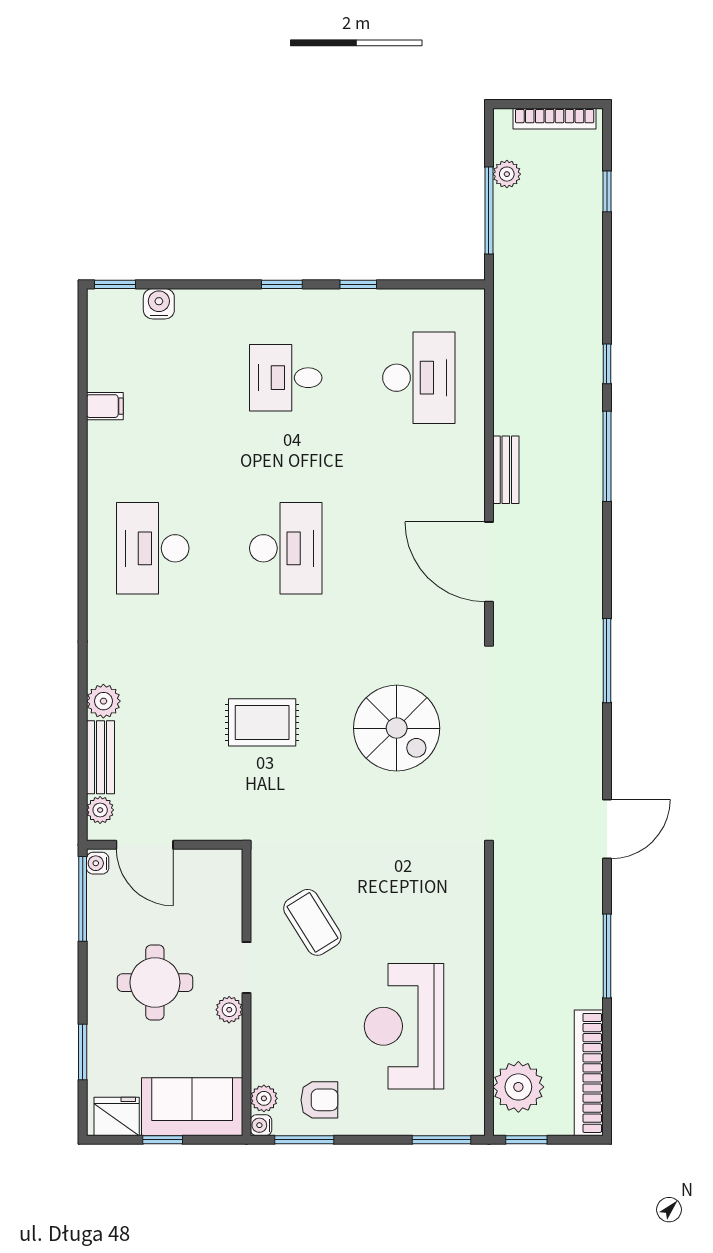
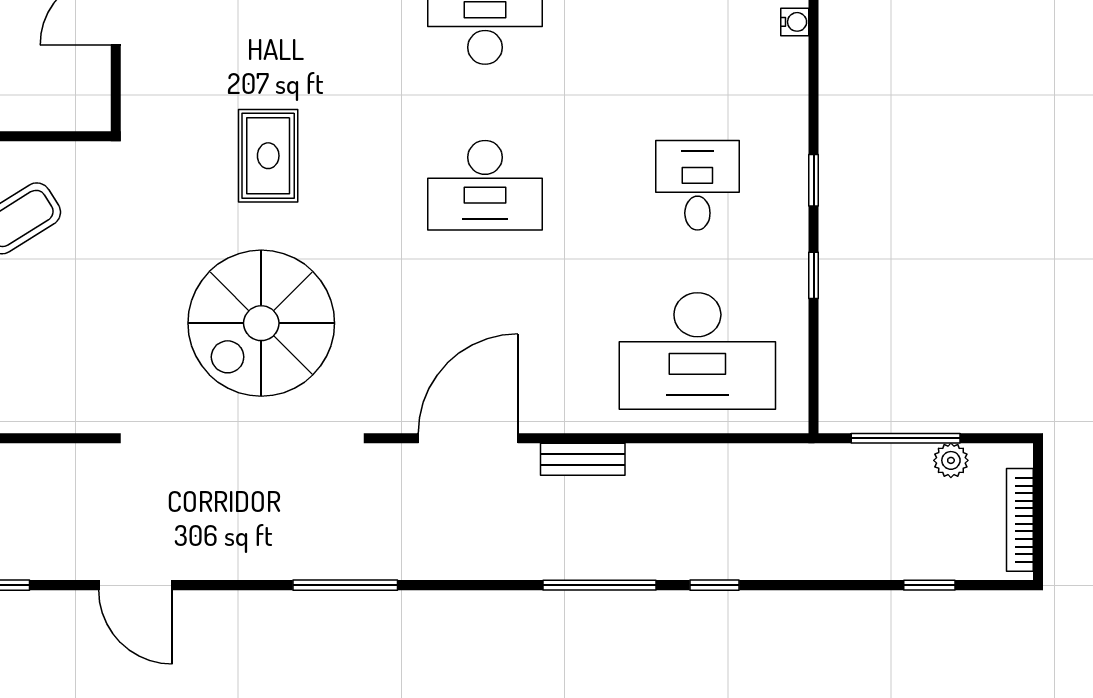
water cooler: (159, 304) -> (795, 22), width x0.72, depth x0.72
desk: (419, 378) -> (697, 351), width x1.36, depth x1.30
spiral stairs: (397, 728) -> (261, 323), width x1.37, depth x1.37

